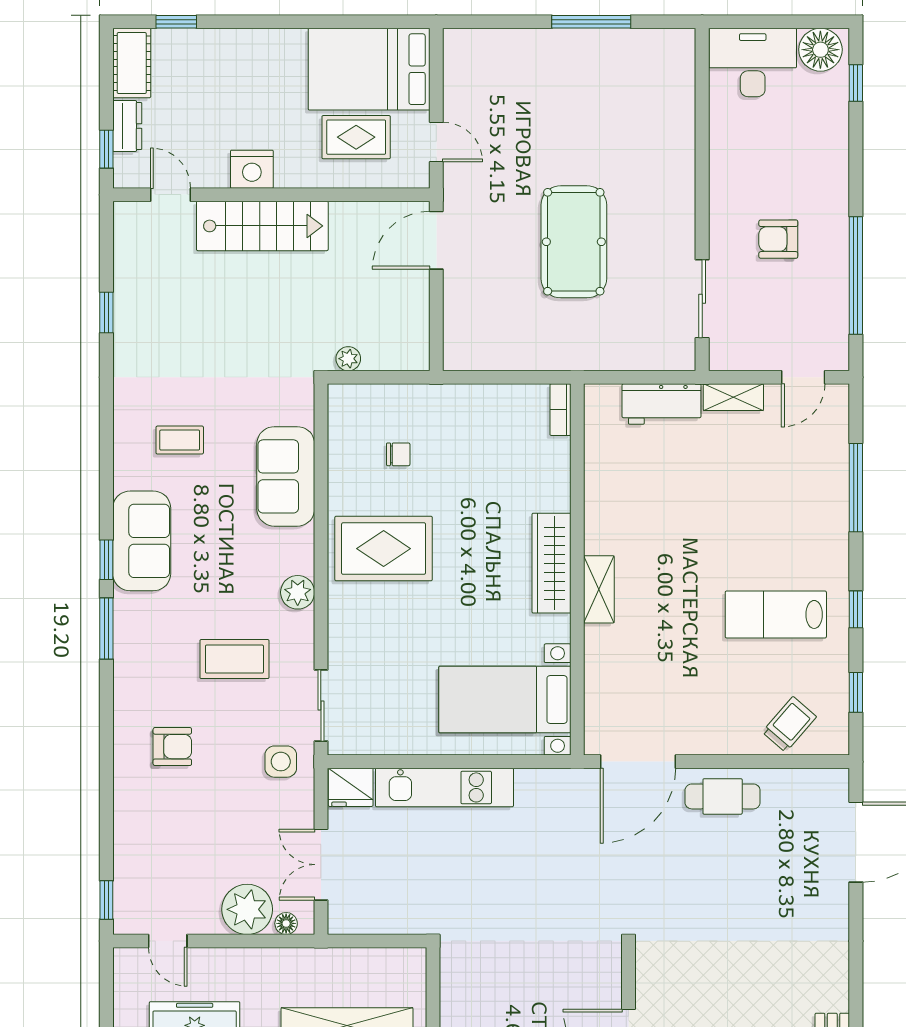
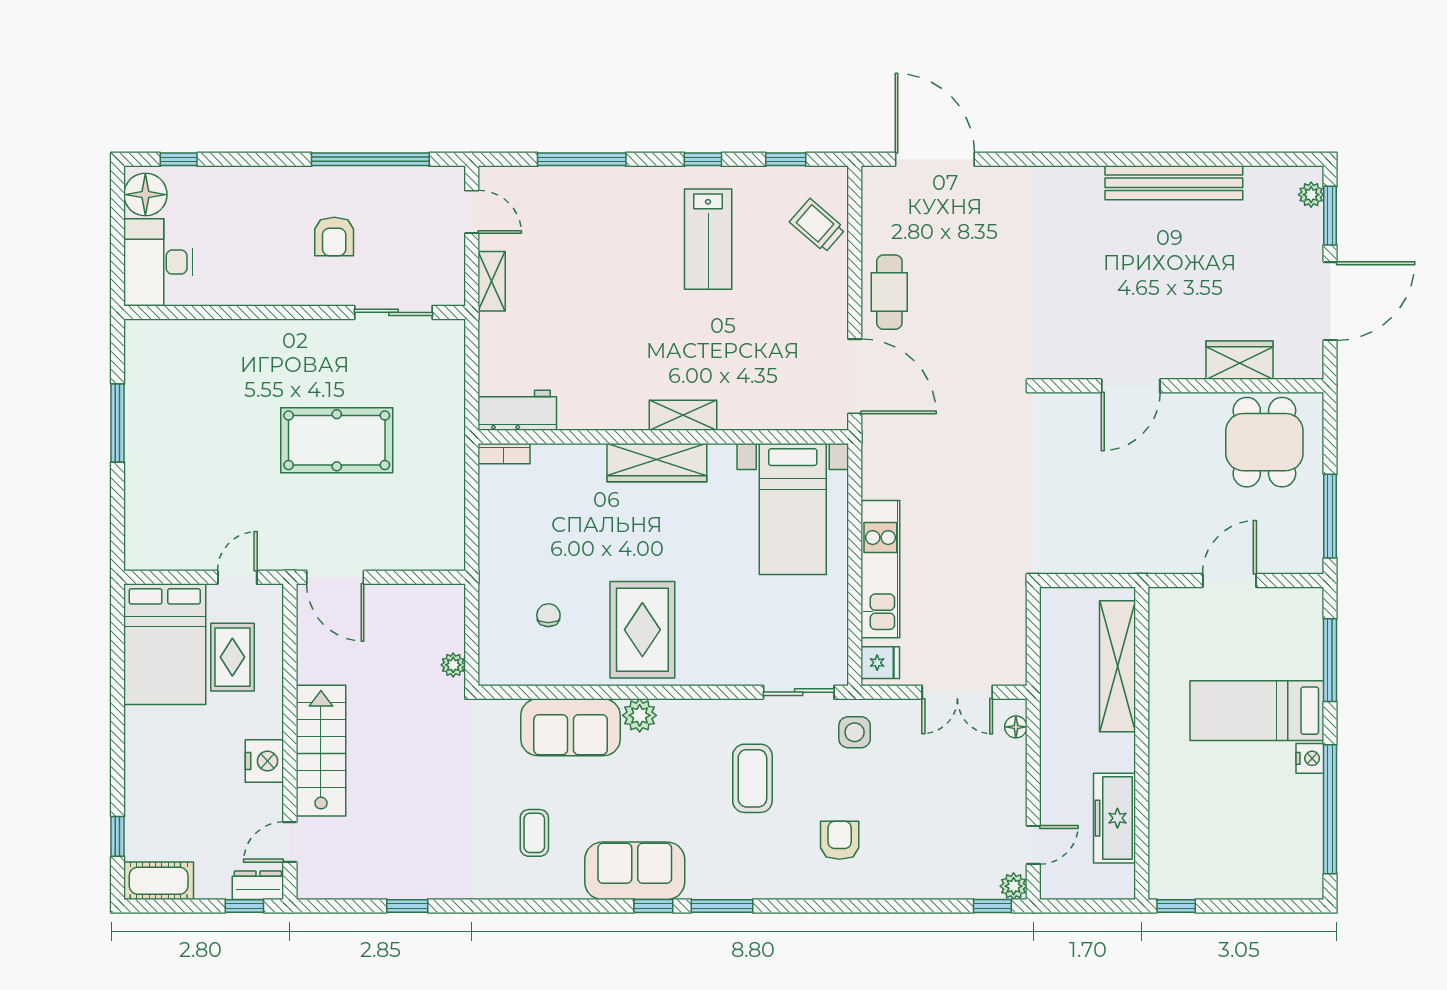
dresser: (127, 126) -> (258, 885), moved
workbench: (662, 404) -> (517, 410), moved, turned -90
plant: (298, 592) -> (640, 715), moved
fridge: (351, 787) -> (880, 663), width x0.72
plant: (247, 909) -> (1014, 886), moved, width x0.53, depth x0.53

